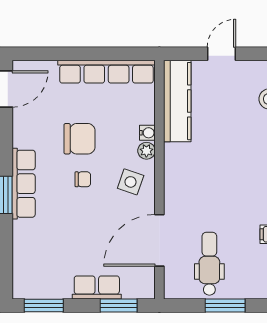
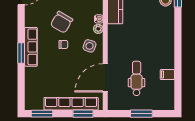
chair: (79, 139) -> (62, 22), turned 120
dental chair: (209, 264) -> (137, 78), moved
row of seats: (97, 288) -> (71, 104), width x2.02

